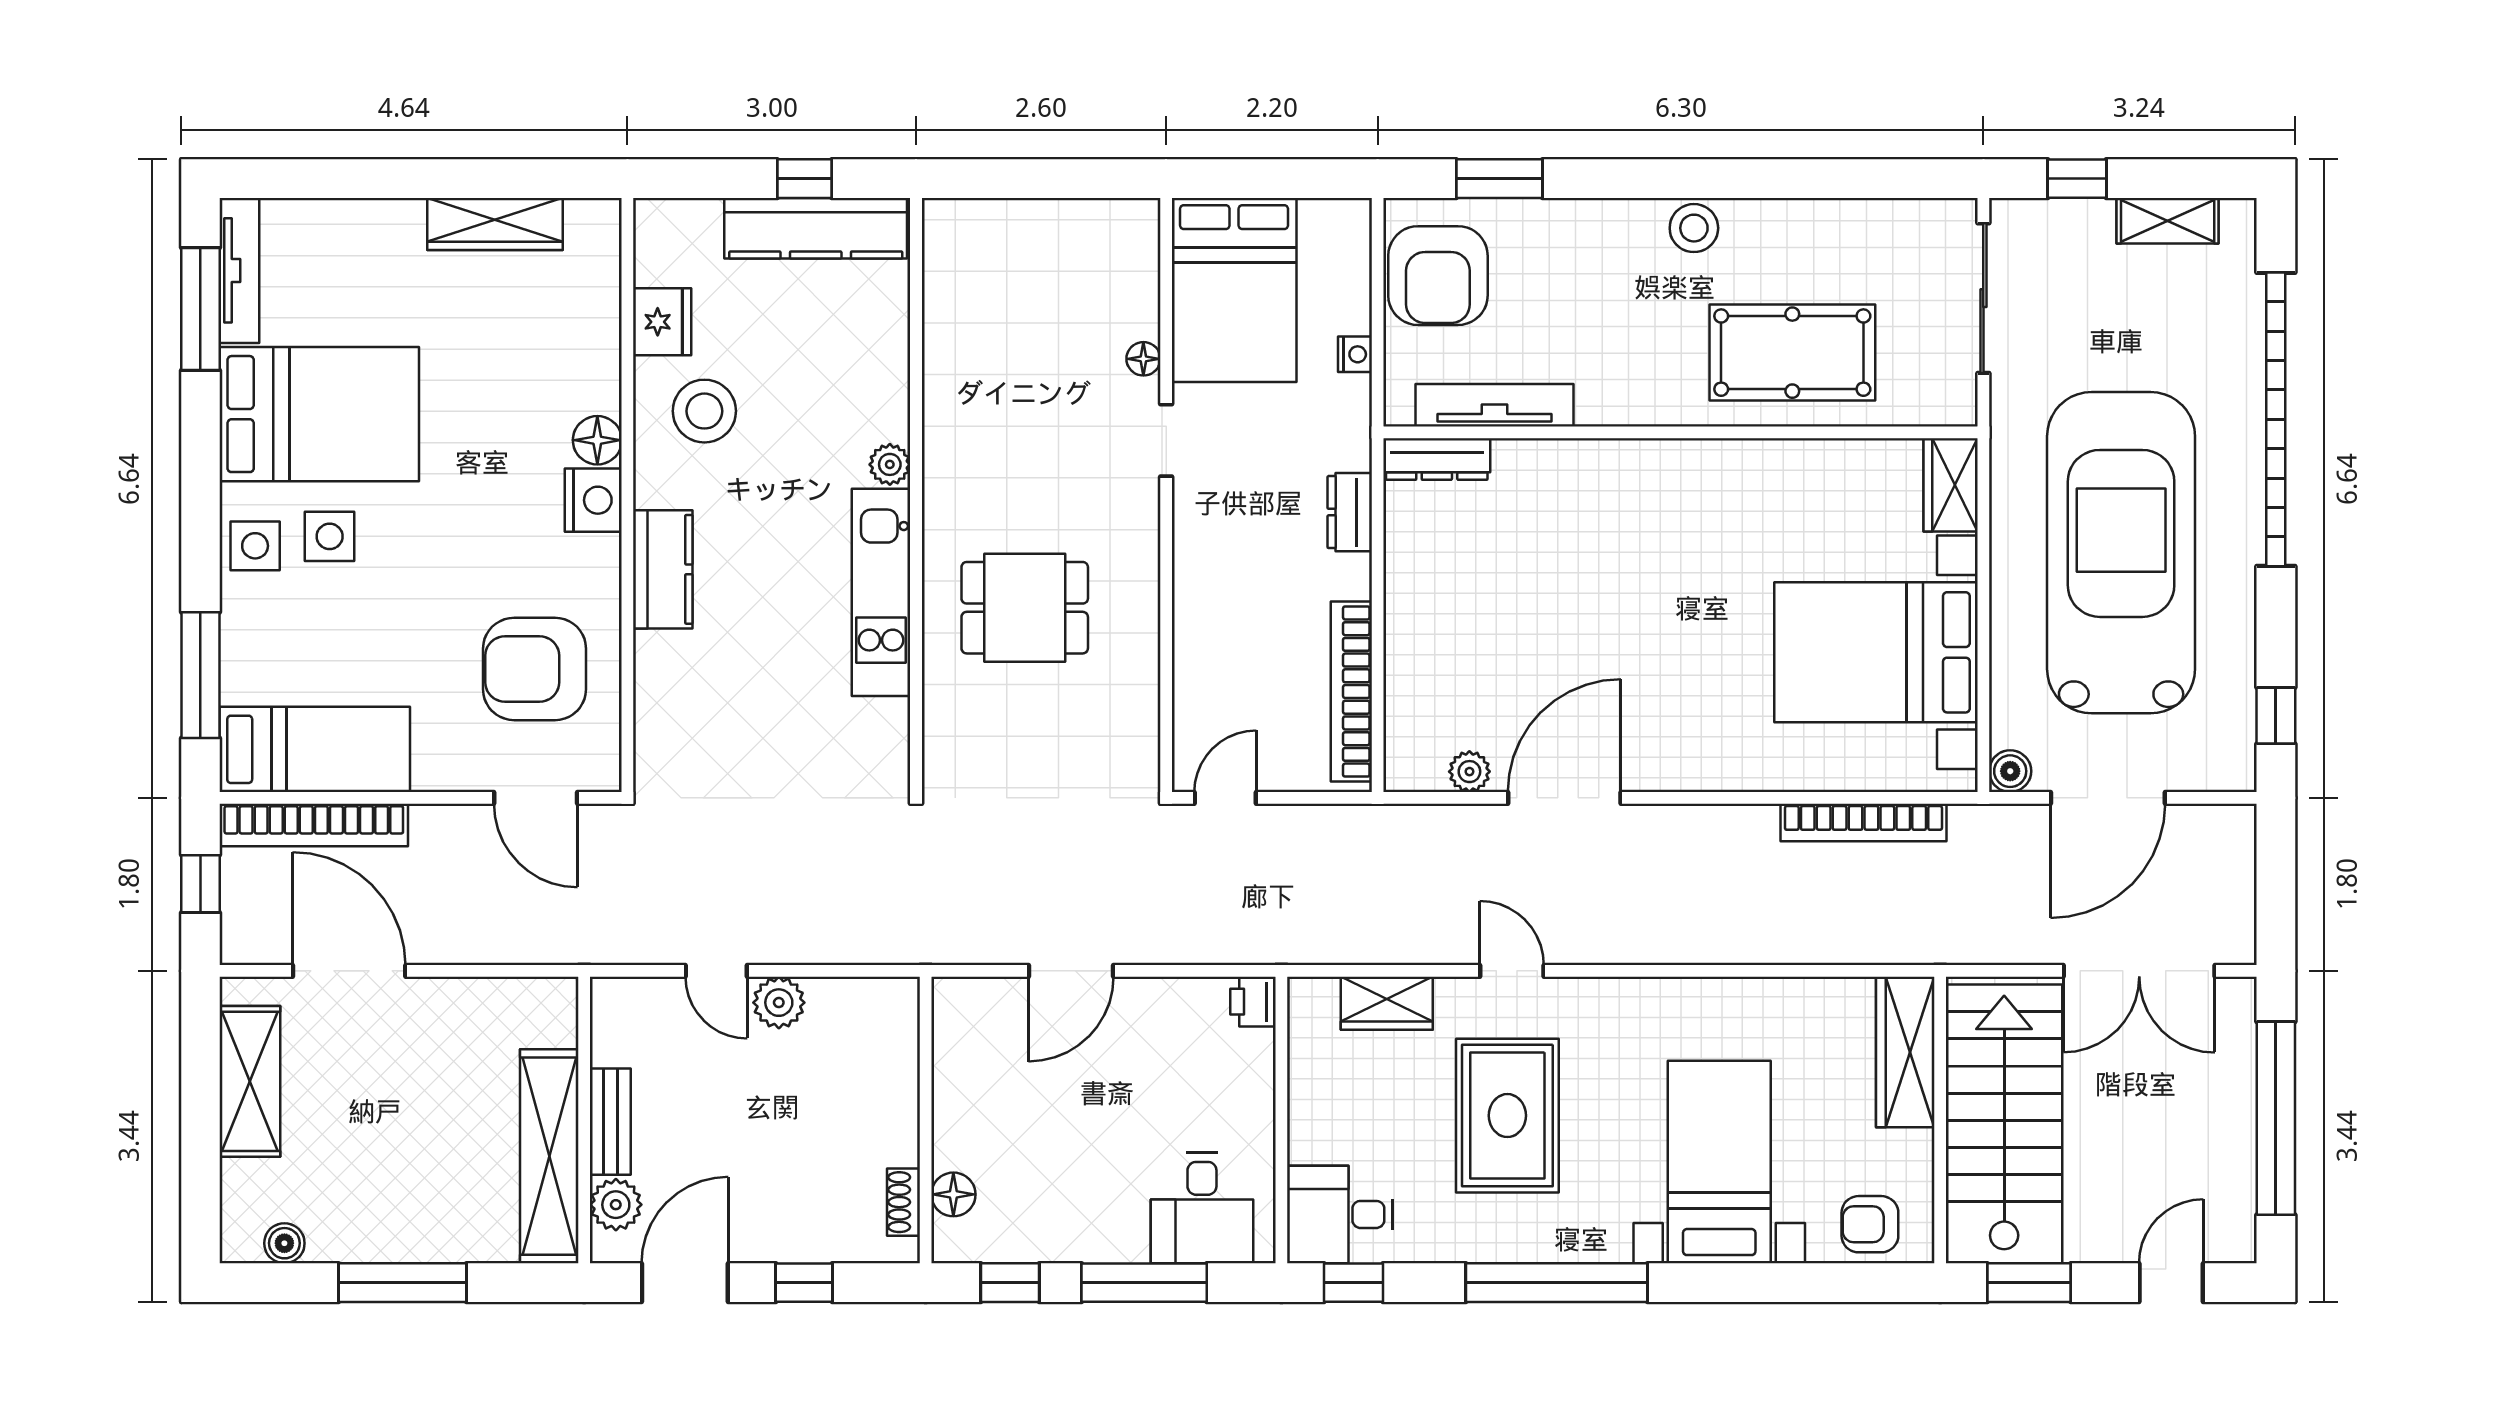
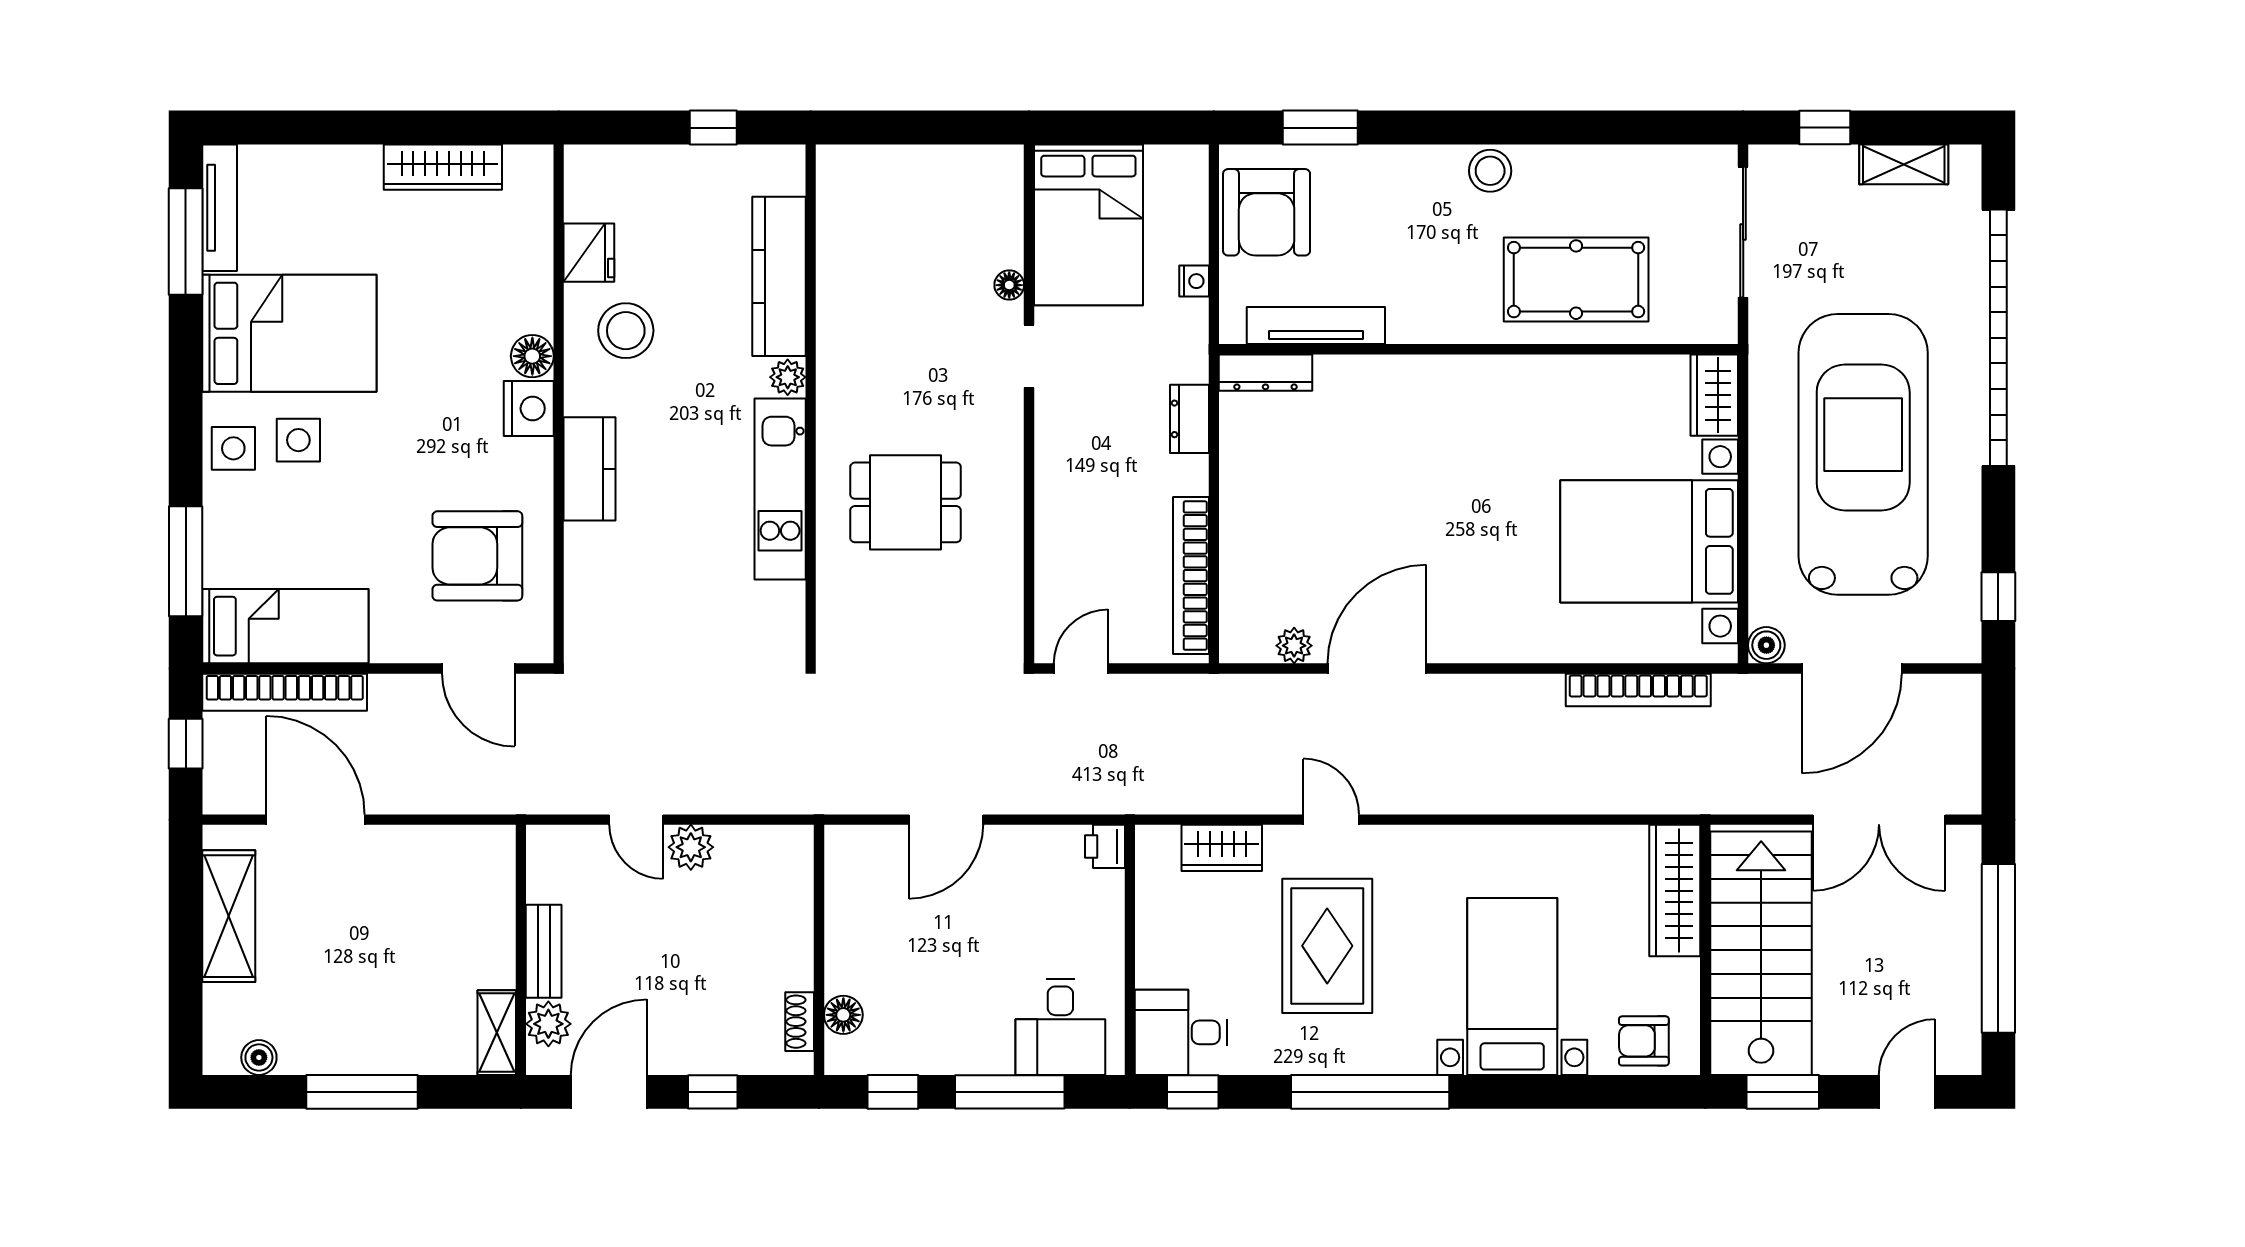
kitchen counter: (816, 228) -> (779, 276), moved, turned 90
shelving: (549, 1156) -> (497, 1033), width x0.45, depth x0.75

